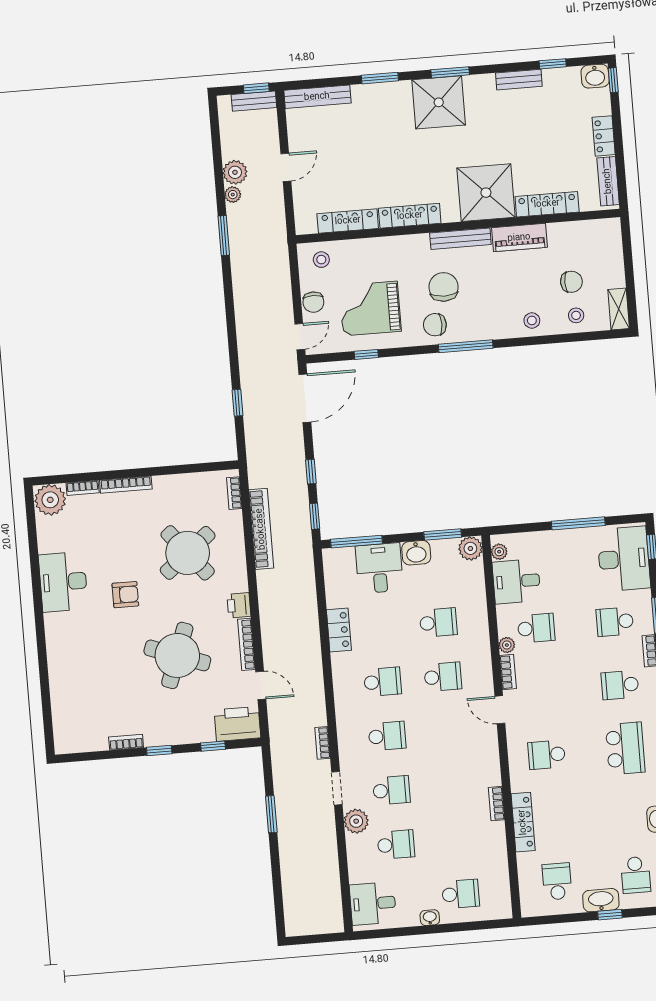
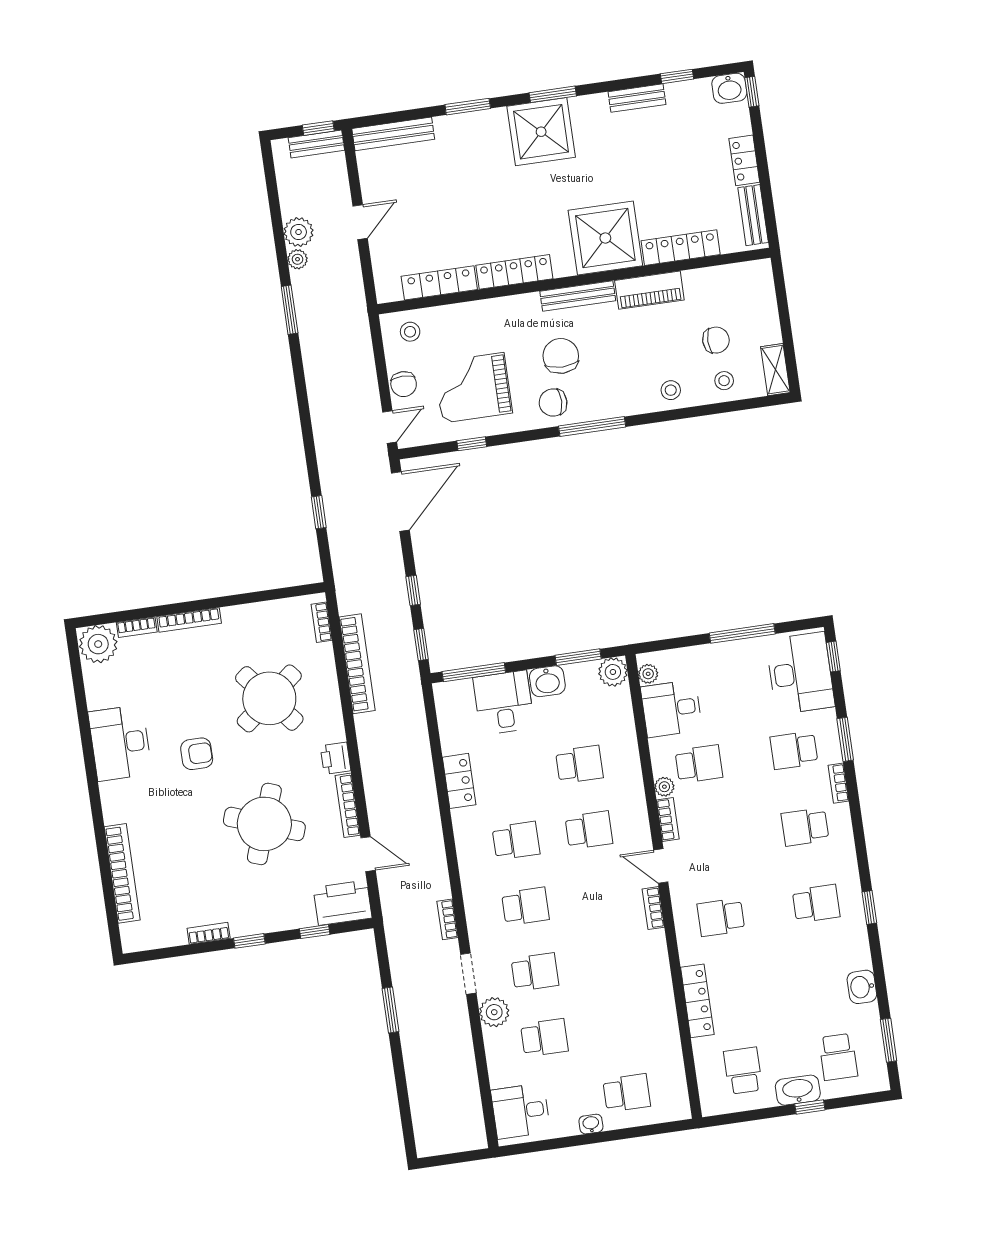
bookcase: (58, 689) -> (122, 873), added
school desk: (625, 748) -> (816, 904), width x0.54
bookcase: (497, 804) -> (653, 908), moved

